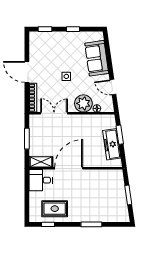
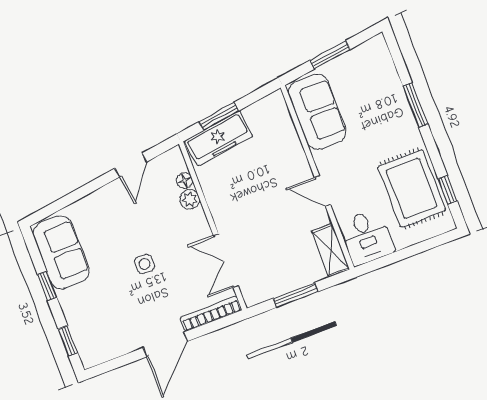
sofa: (97, 58) -> (61, 252), moved, turned -82
plant: (83, 103) -> (190, 199), width x0.53, depth x0.53
freezer: (112, 144) -> (219, 139), moved
door: (69, 168) -> (323, 191), width x0.53
sofa: (105, 179) -> (317, 112), added
rug: (55, 209) -> (412, 188), width x1.36, depth x1.43

